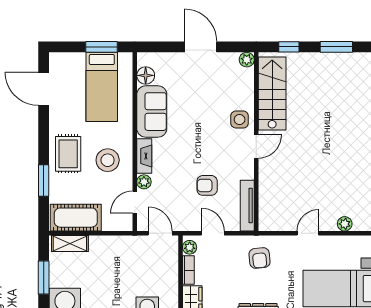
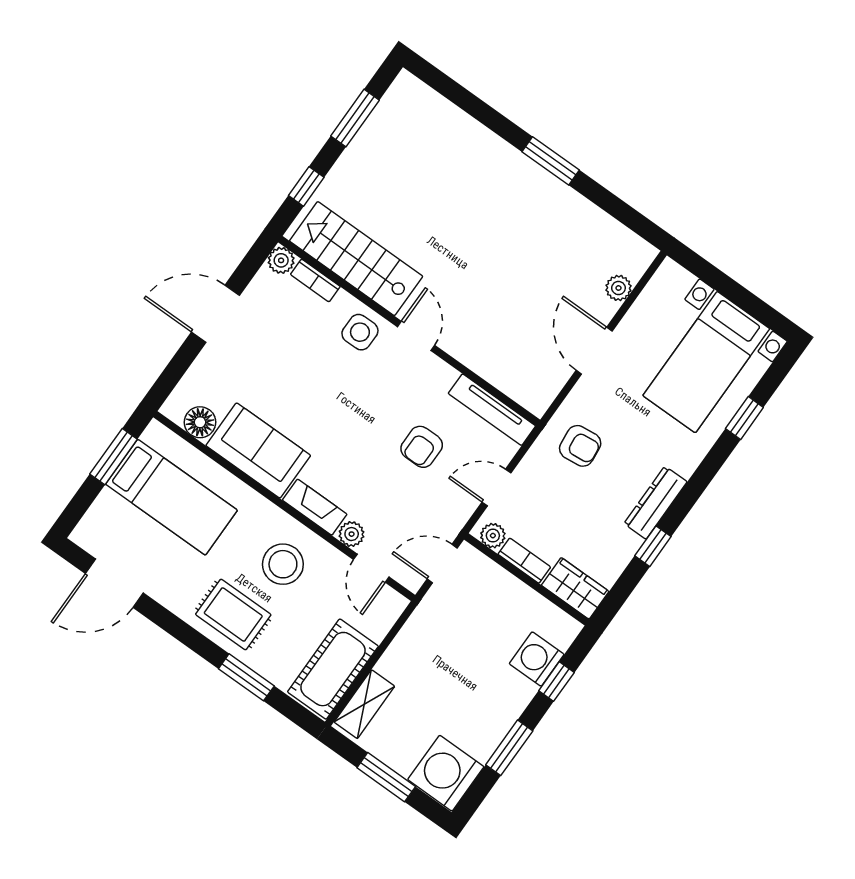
bookcase: (249, 82) -> (315, 280), added
door: (308, 233) -> (594, 351), width x1.38

